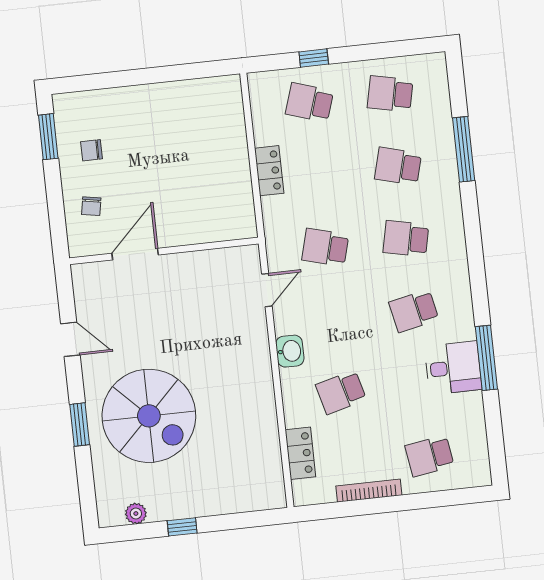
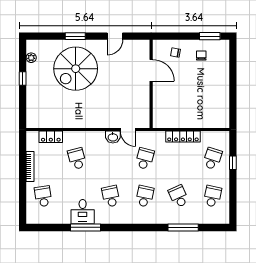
school desk: (398, 166) -> (179, 196), turned -39
locker: (269, 171) -> (183, 137), width x1.53
washbasin: (290, 351) -> (113, 137), moved

